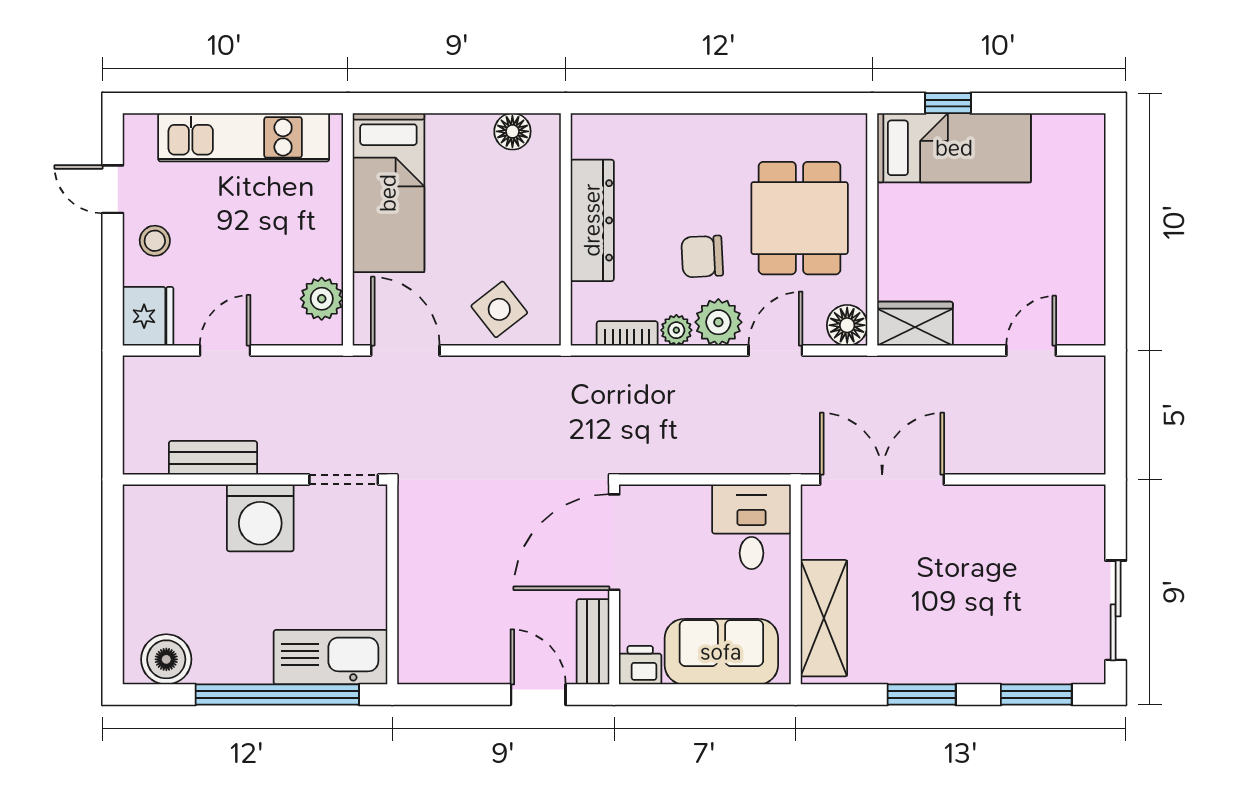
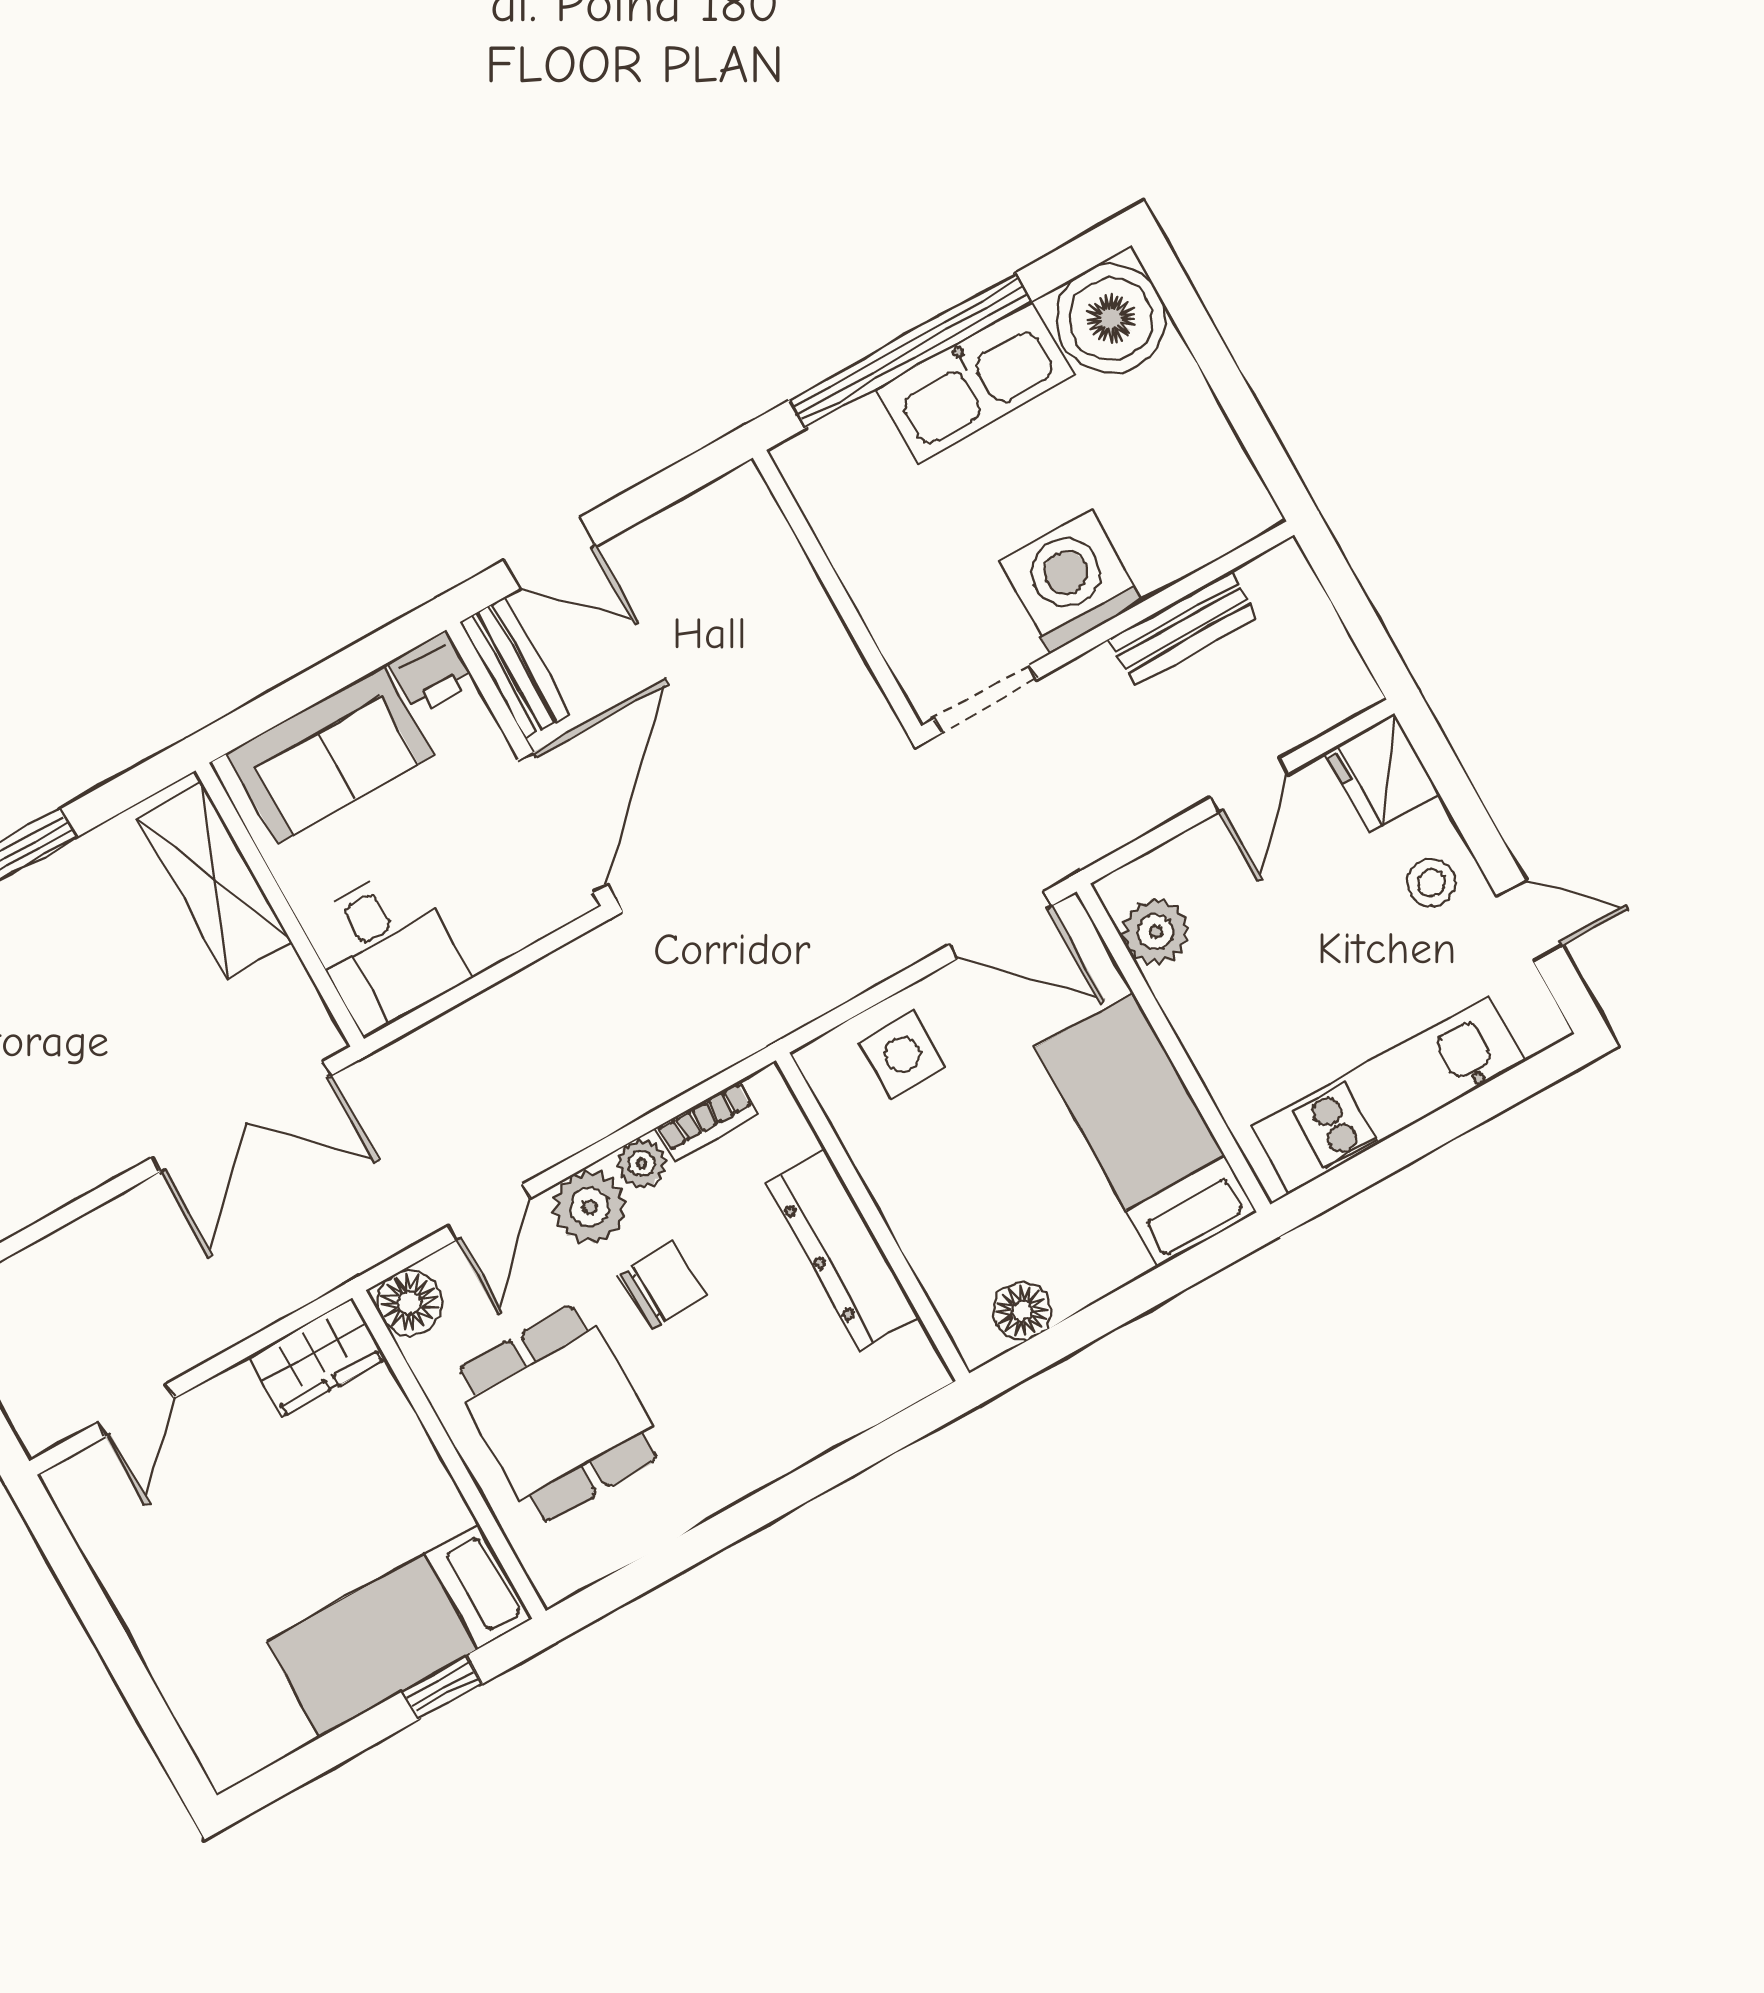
side table: (499, 309) -> (902, 1055), turned 38
kitchen sink: (331, 657) -> (975, 382), moved
boiler: (166, 659) -> (1111, 319), width x1.37, depth x1.37

